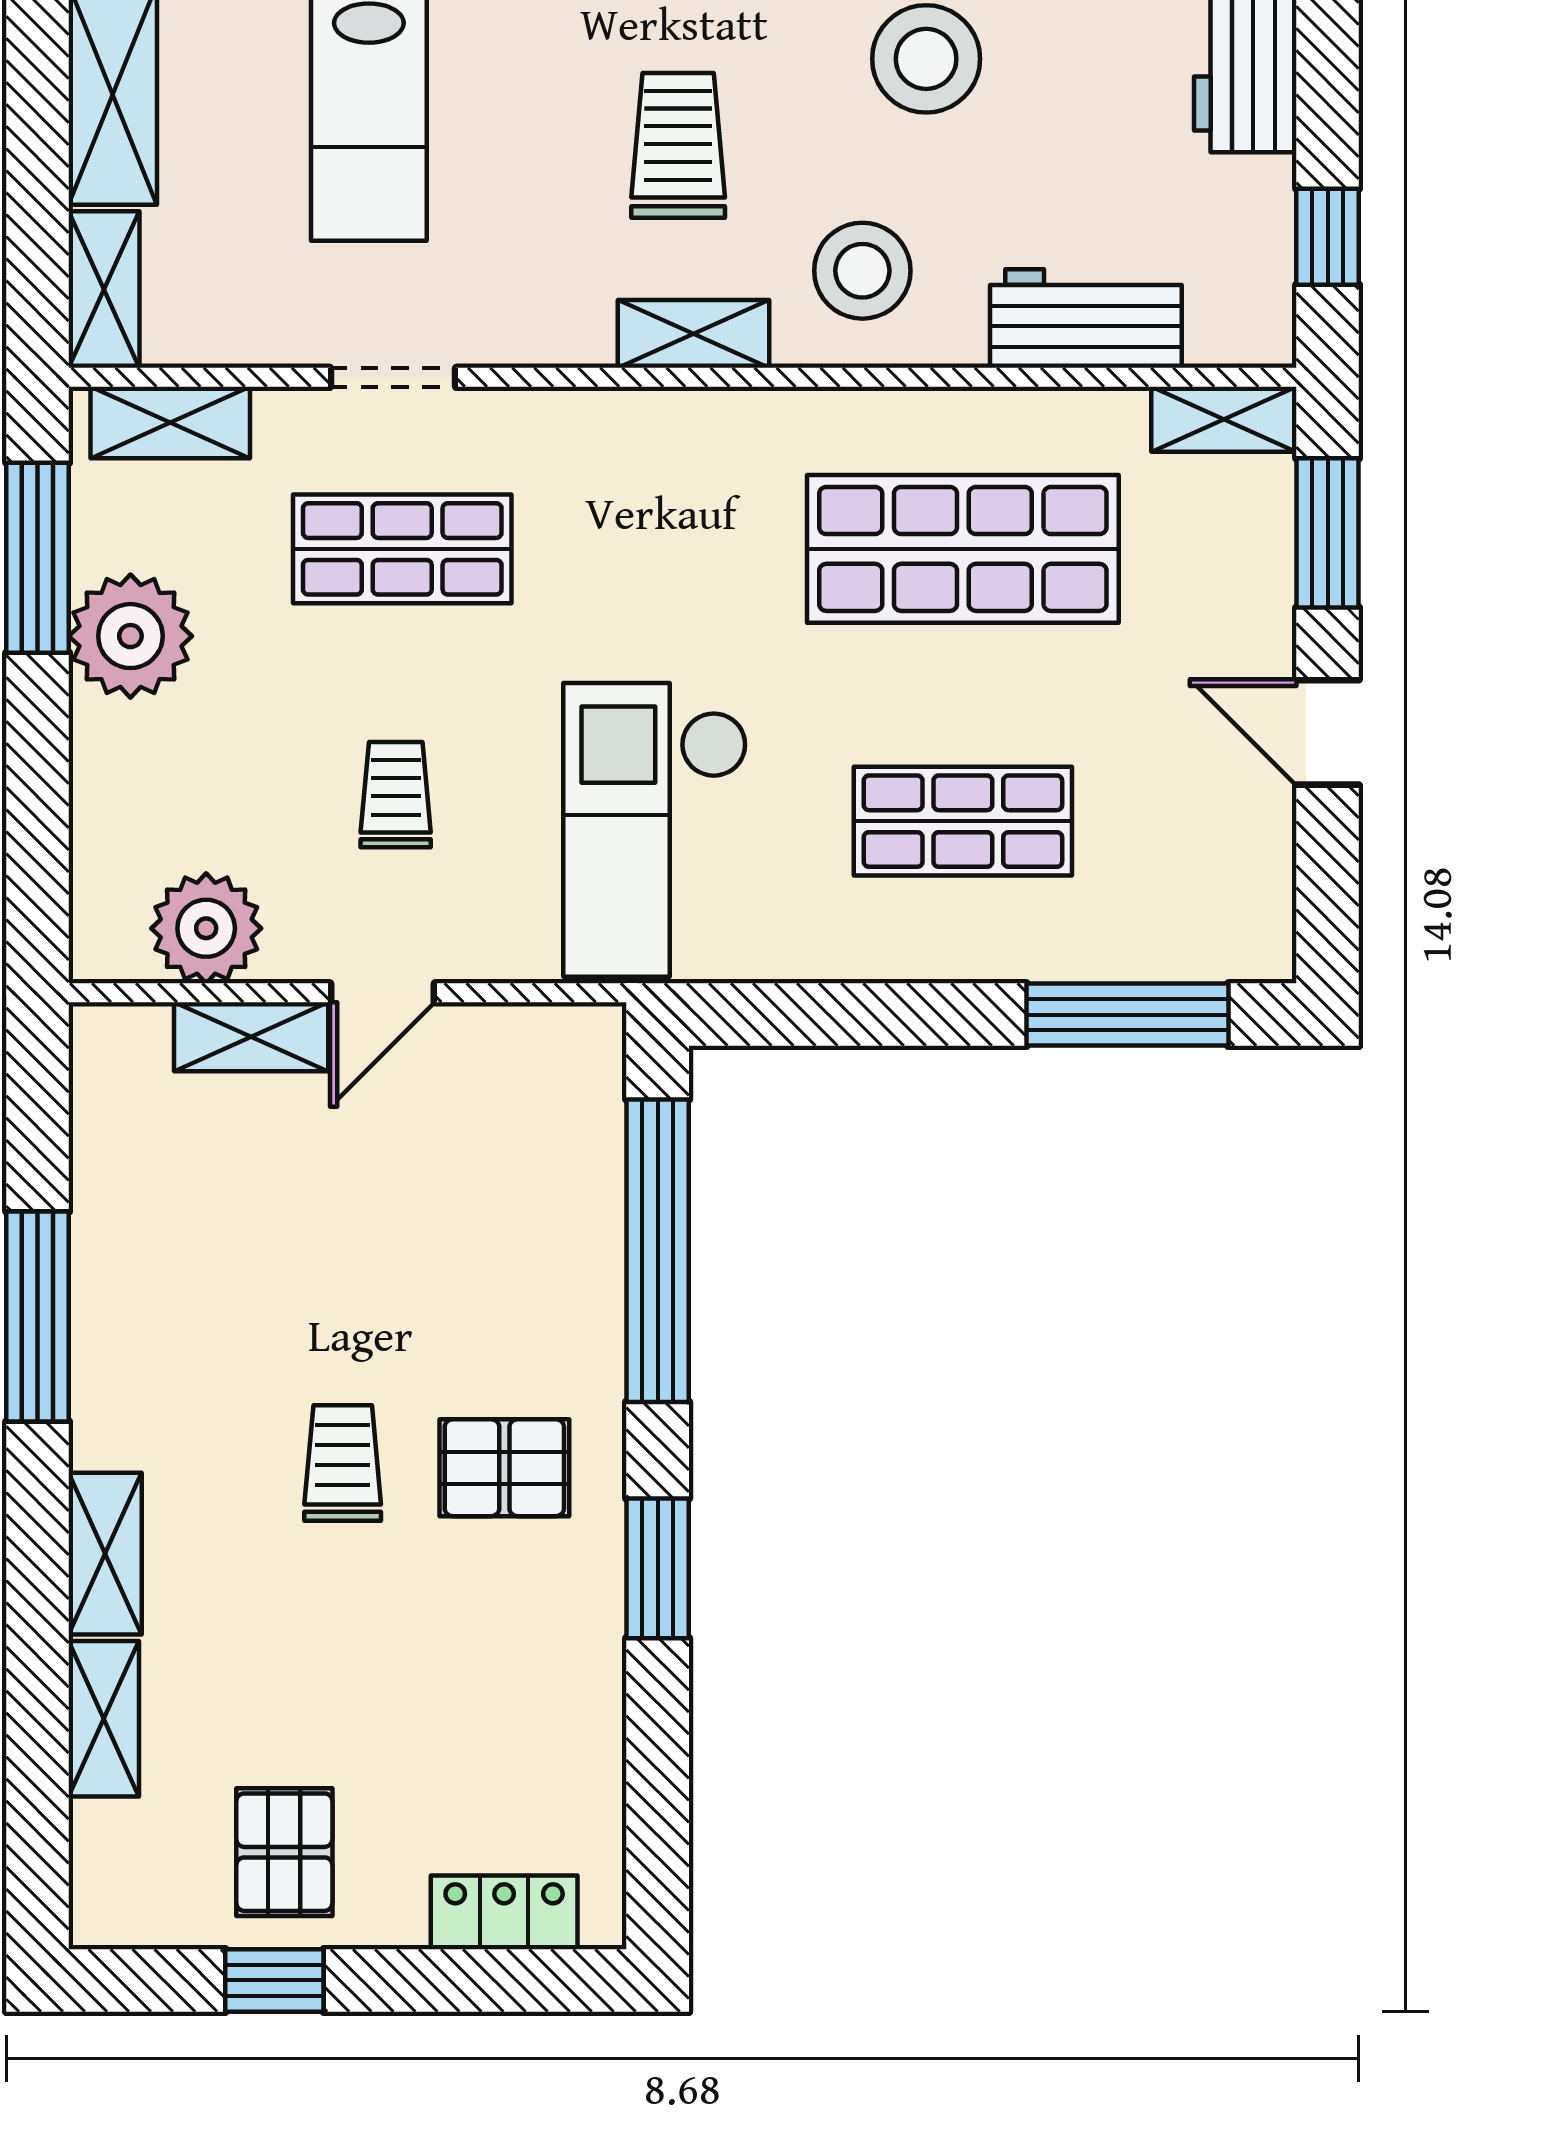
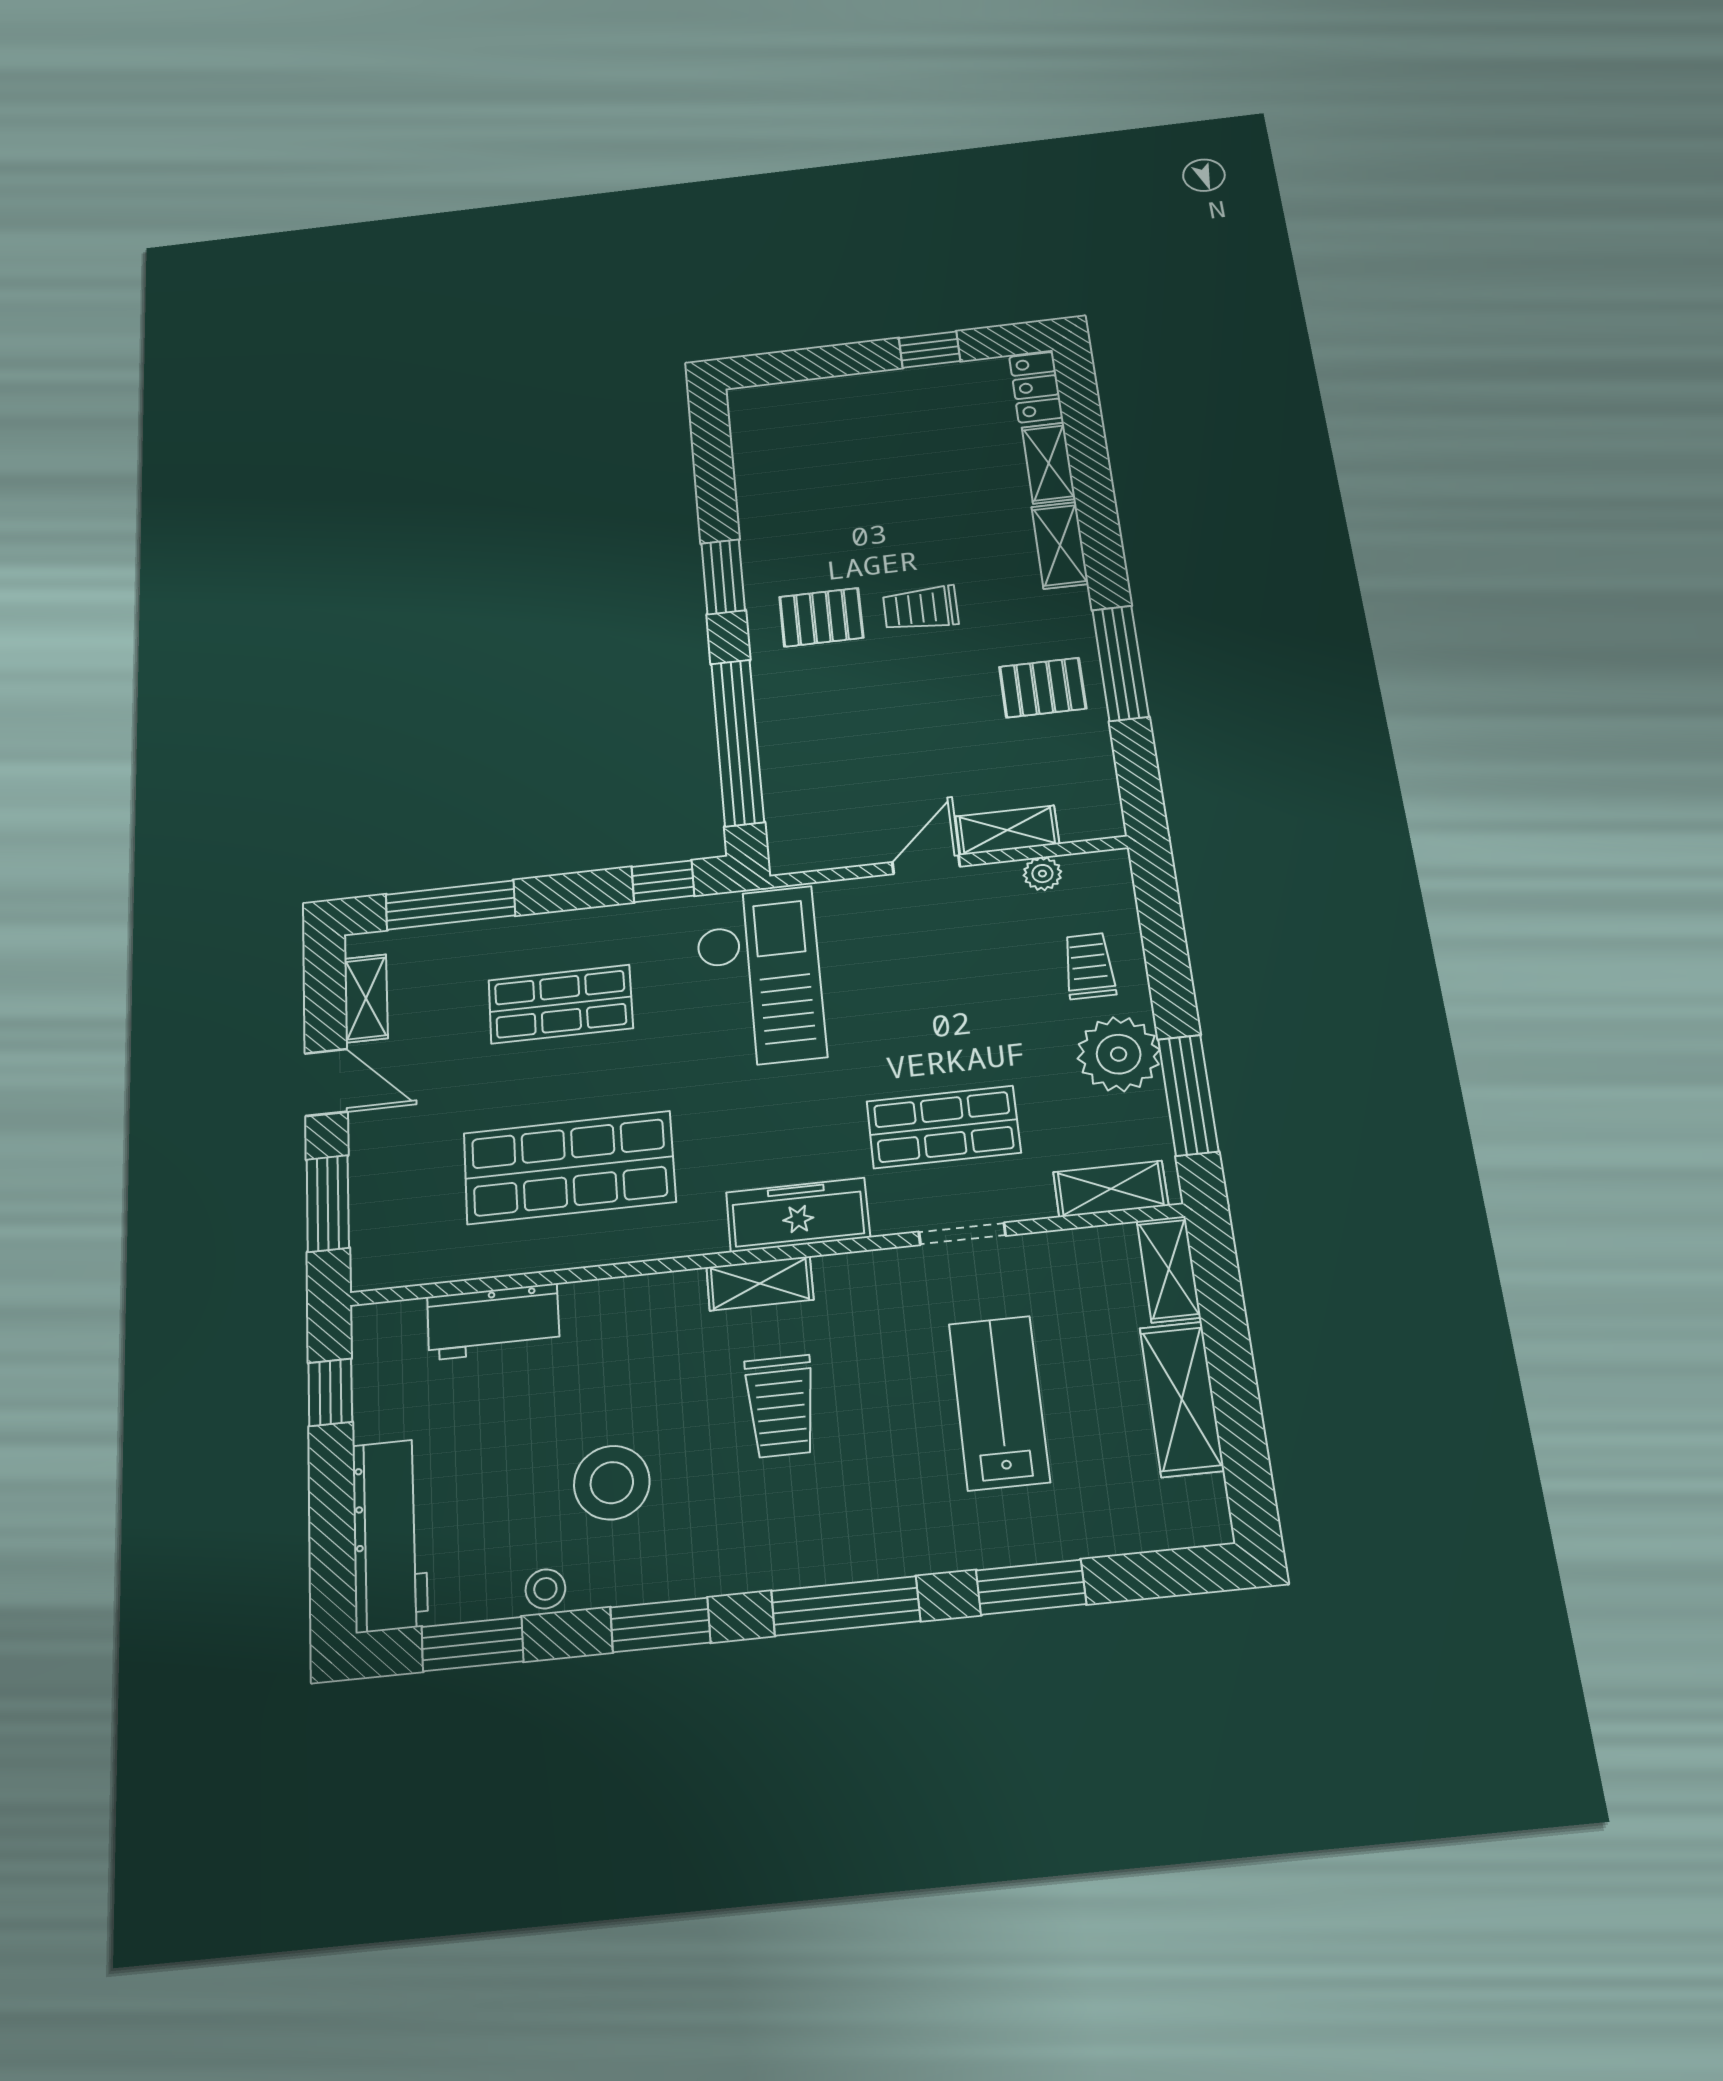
stool: (862, 271) -> (647, 1337), removed
shelving: (1224, 419) -> (366, 998), moved, turned 90
freezer: (629, 434) -> (798, 1215), added
trolley: (396, 795) -> (1089, 966), moved, turned 180
plant: (206, 928) -> (1042, 874), width x0.53, depth x0.53
window: (792, 1015) -> (663, 881), added
trolley: (343, 1463) -> (921, 608), turned 90
pallet: (284, 1852) -> (1043, 688), moved, turned 90
locker: (504, 1912) -> (1036, 387), moved, turned 90

